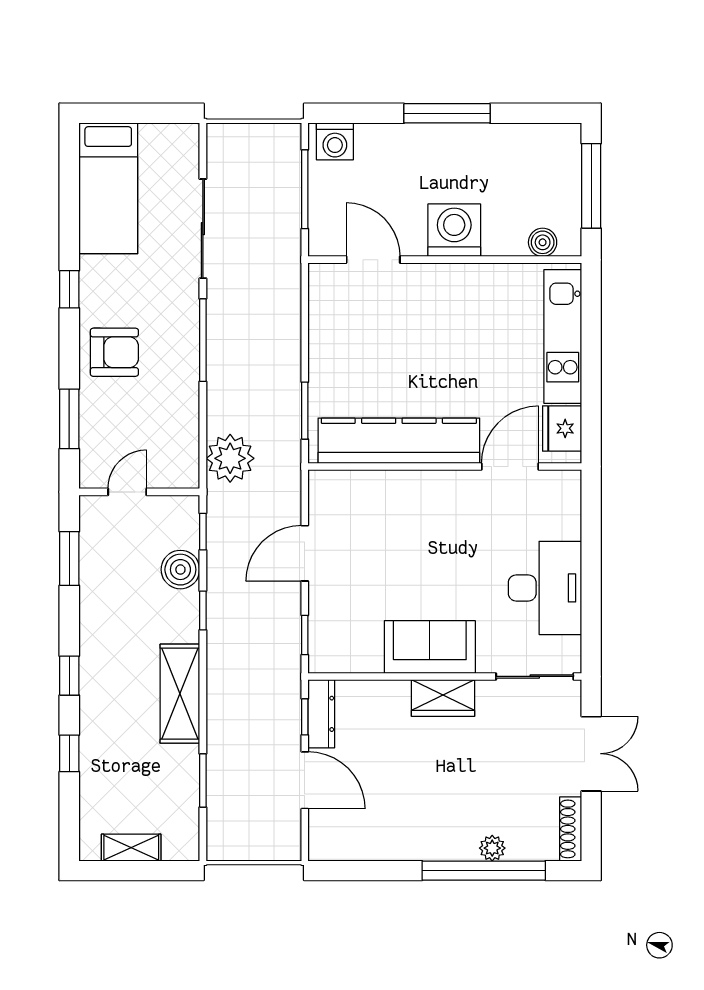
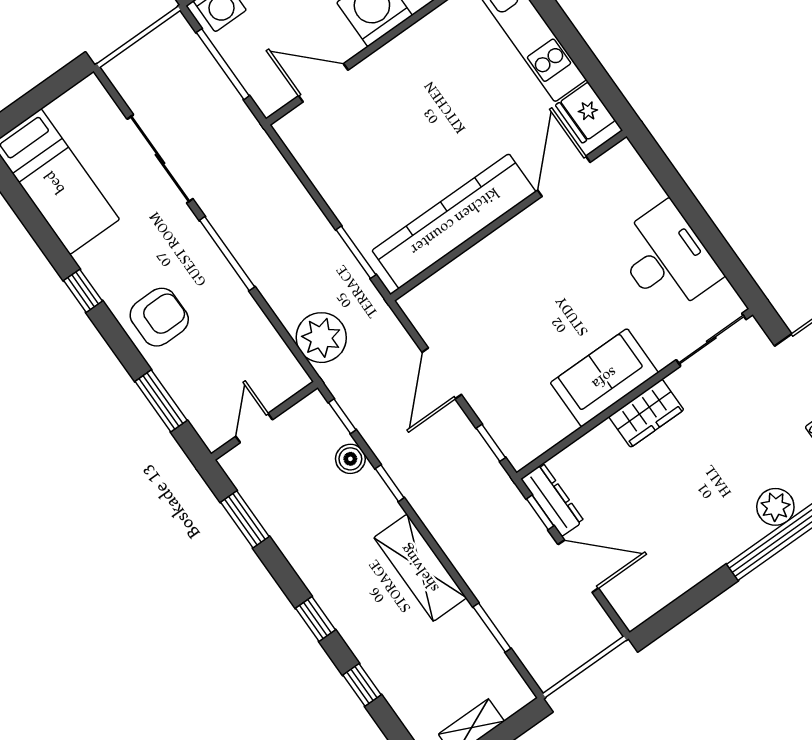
boiler: (180, 570) -> (350, 459), width x0.73, depth x0.73
plant: (492, 848) -> (775, 507), width x1.38, depth x1.38

